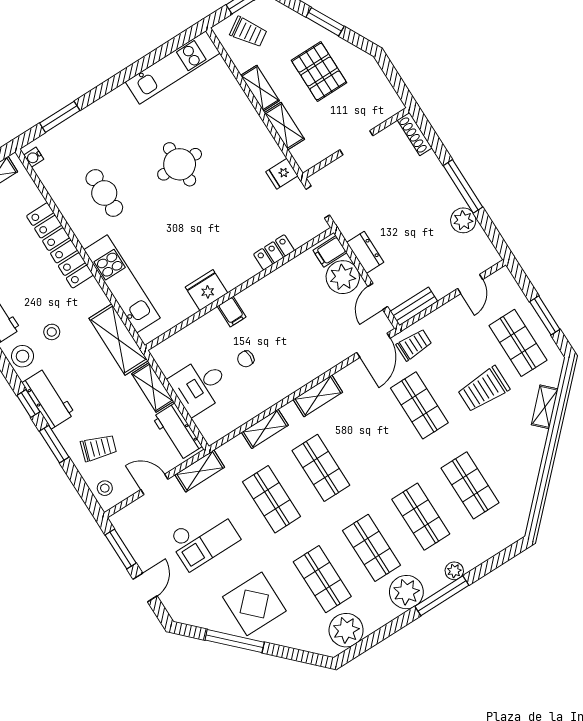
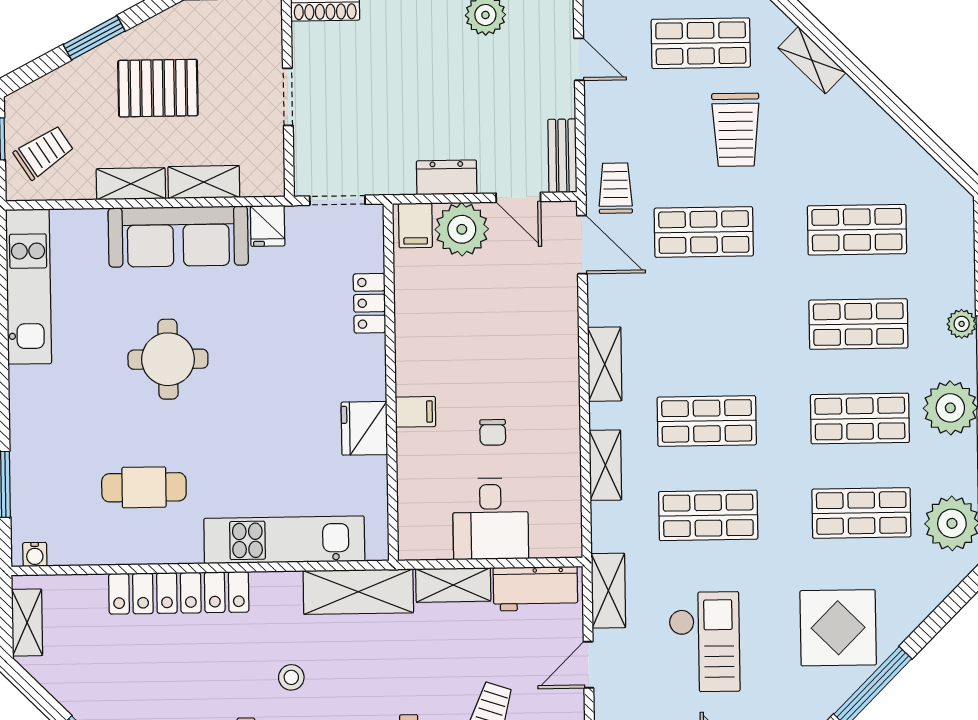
sofa: (247, 130) -> (178, 237), added

